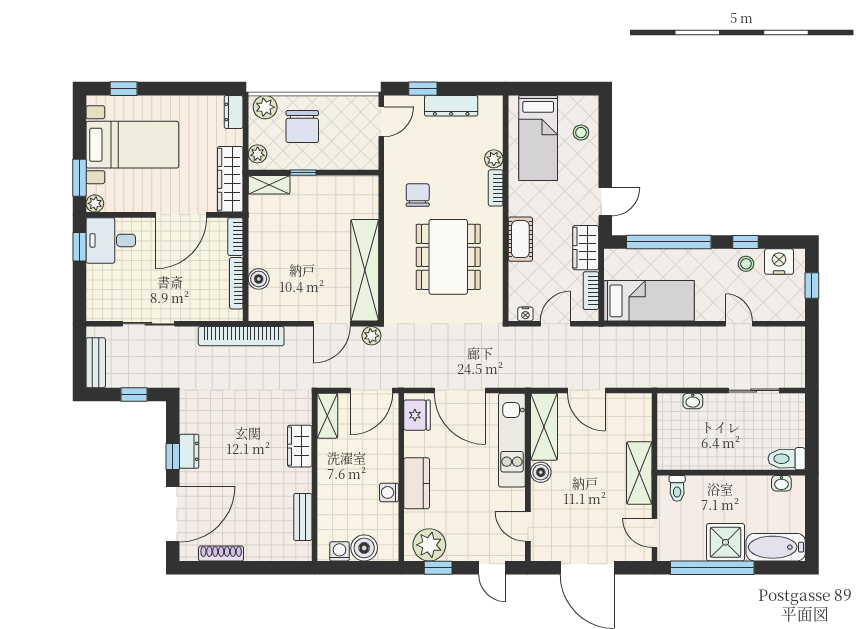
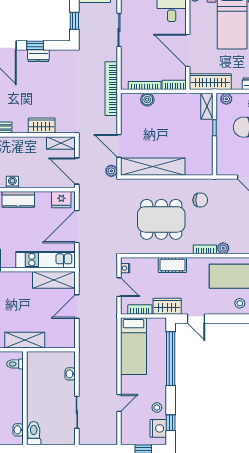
window: (746, 242) -> (171, 423), moved
boiler: (541, 472) -> (25, 278), removed

